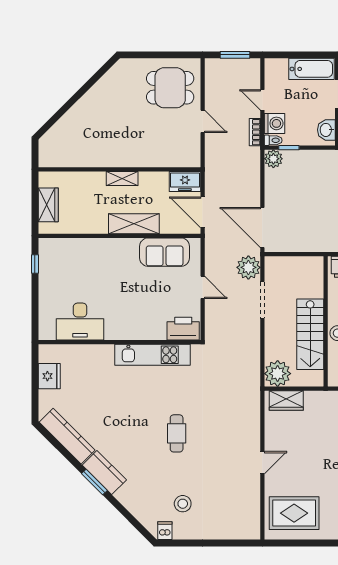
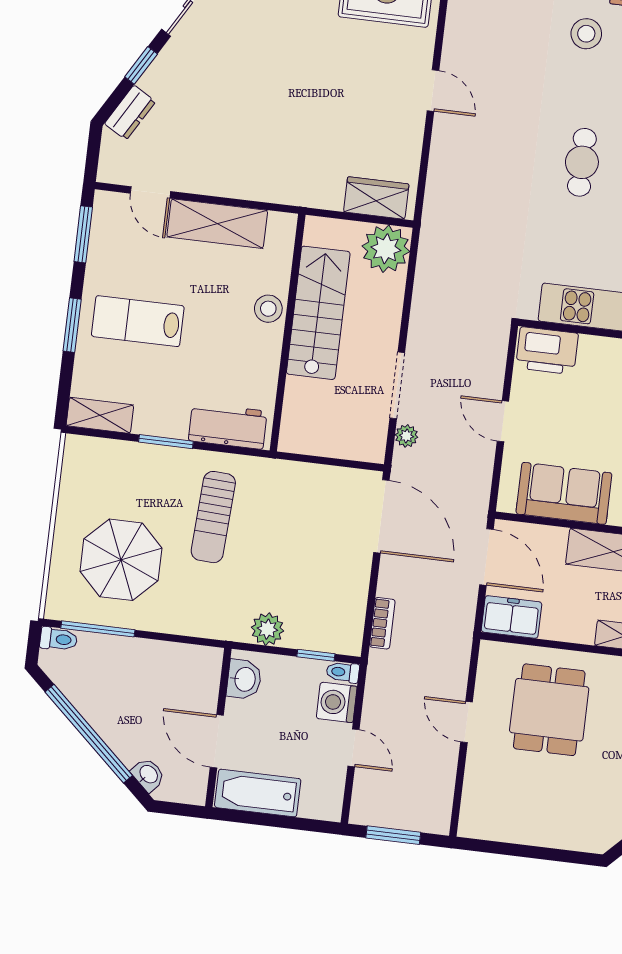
dining table: (170, 88) -> (549, 710), moved, turned 90
bookcase: (255, 132) -> (382, 623), moved
plant: (273, 159) -> (267, 629), moved
plant: (248, 267) -> (406, 436), width x0.53, depth x0.53
door: (262, 463) -> (433, 91), swing flipped

